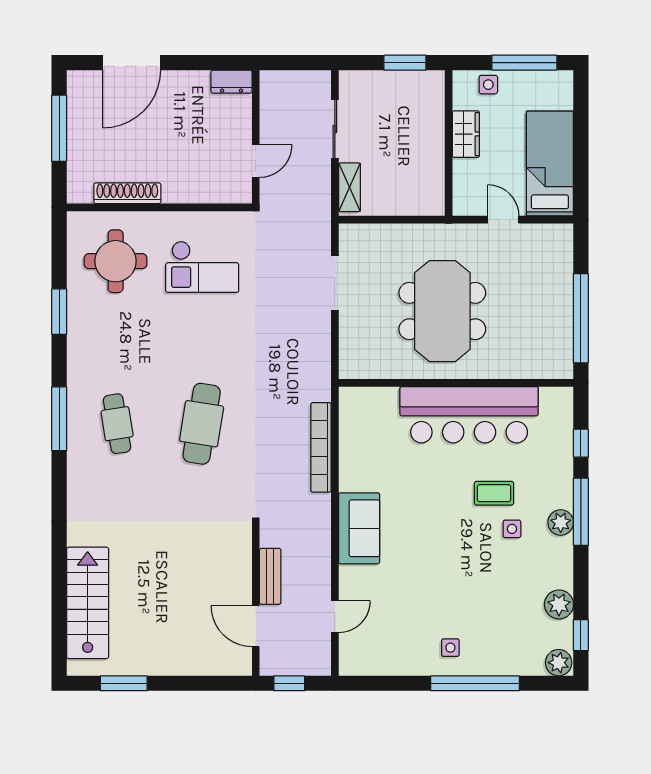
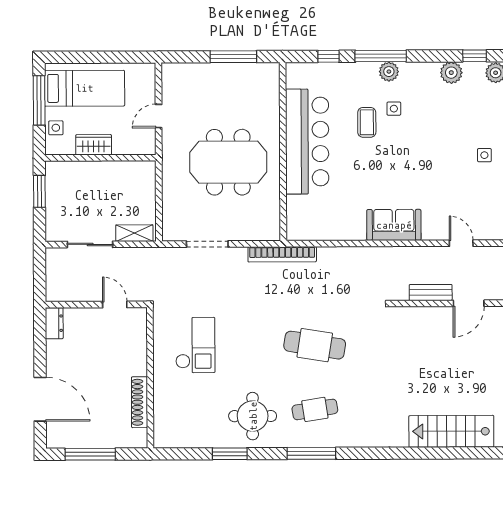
bed: (550, 164) -> (85, 88), moved, turned 180
round table: (116, 261) -> (253, 416), moved
window: (581, 318) -> (233, 57), width x0.68
bookcase: (321, 447) -> (282, 254), moved

